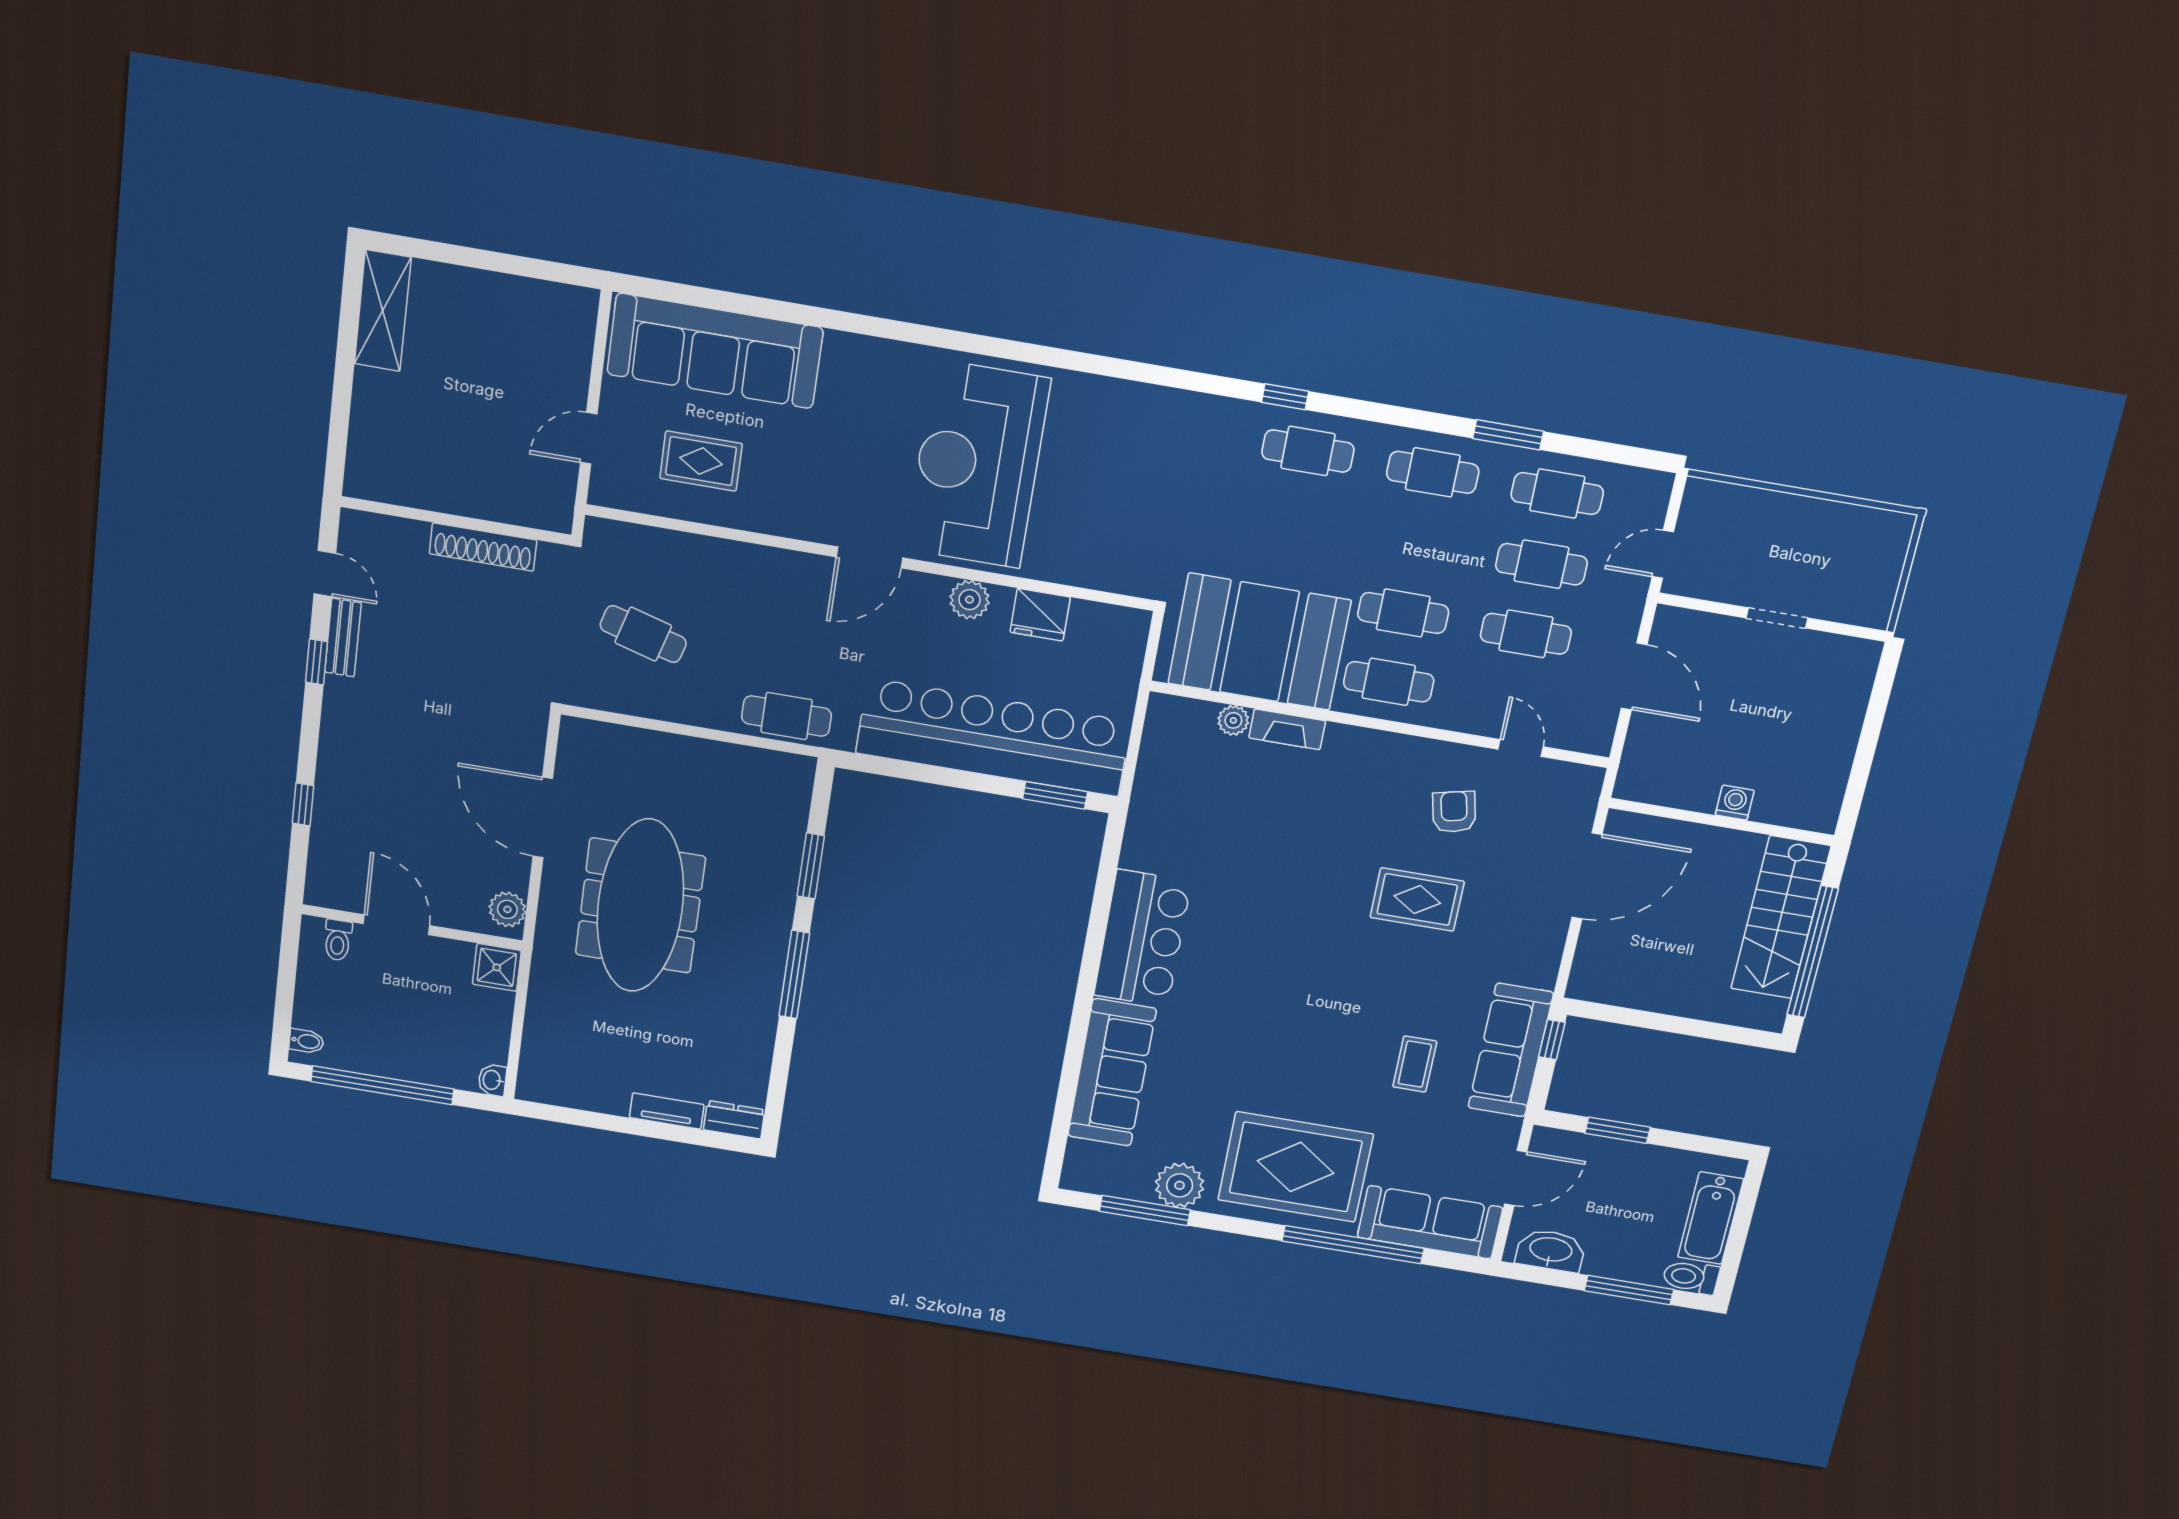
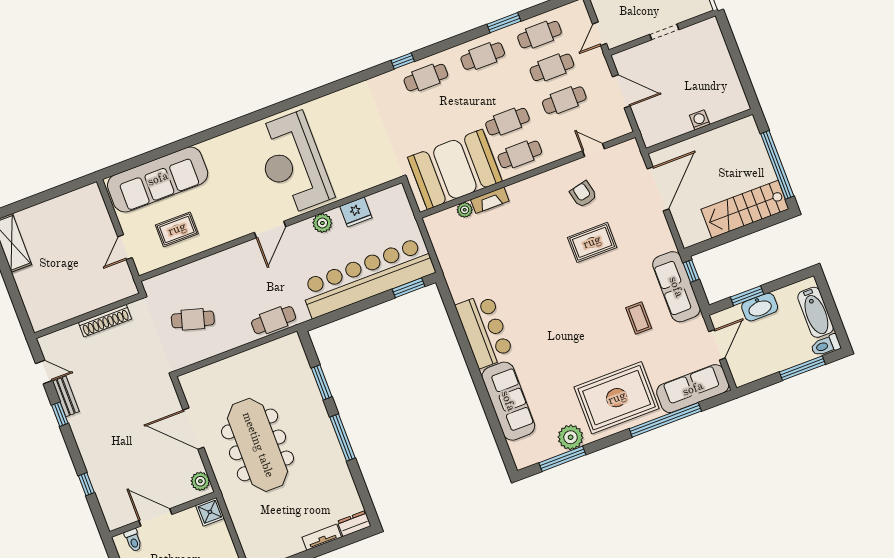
stairs: (1781, 917) -> (745, 209), moved, turned 90
washbasin: (1551, 1250) -> (760, 307), moved, turned 180

